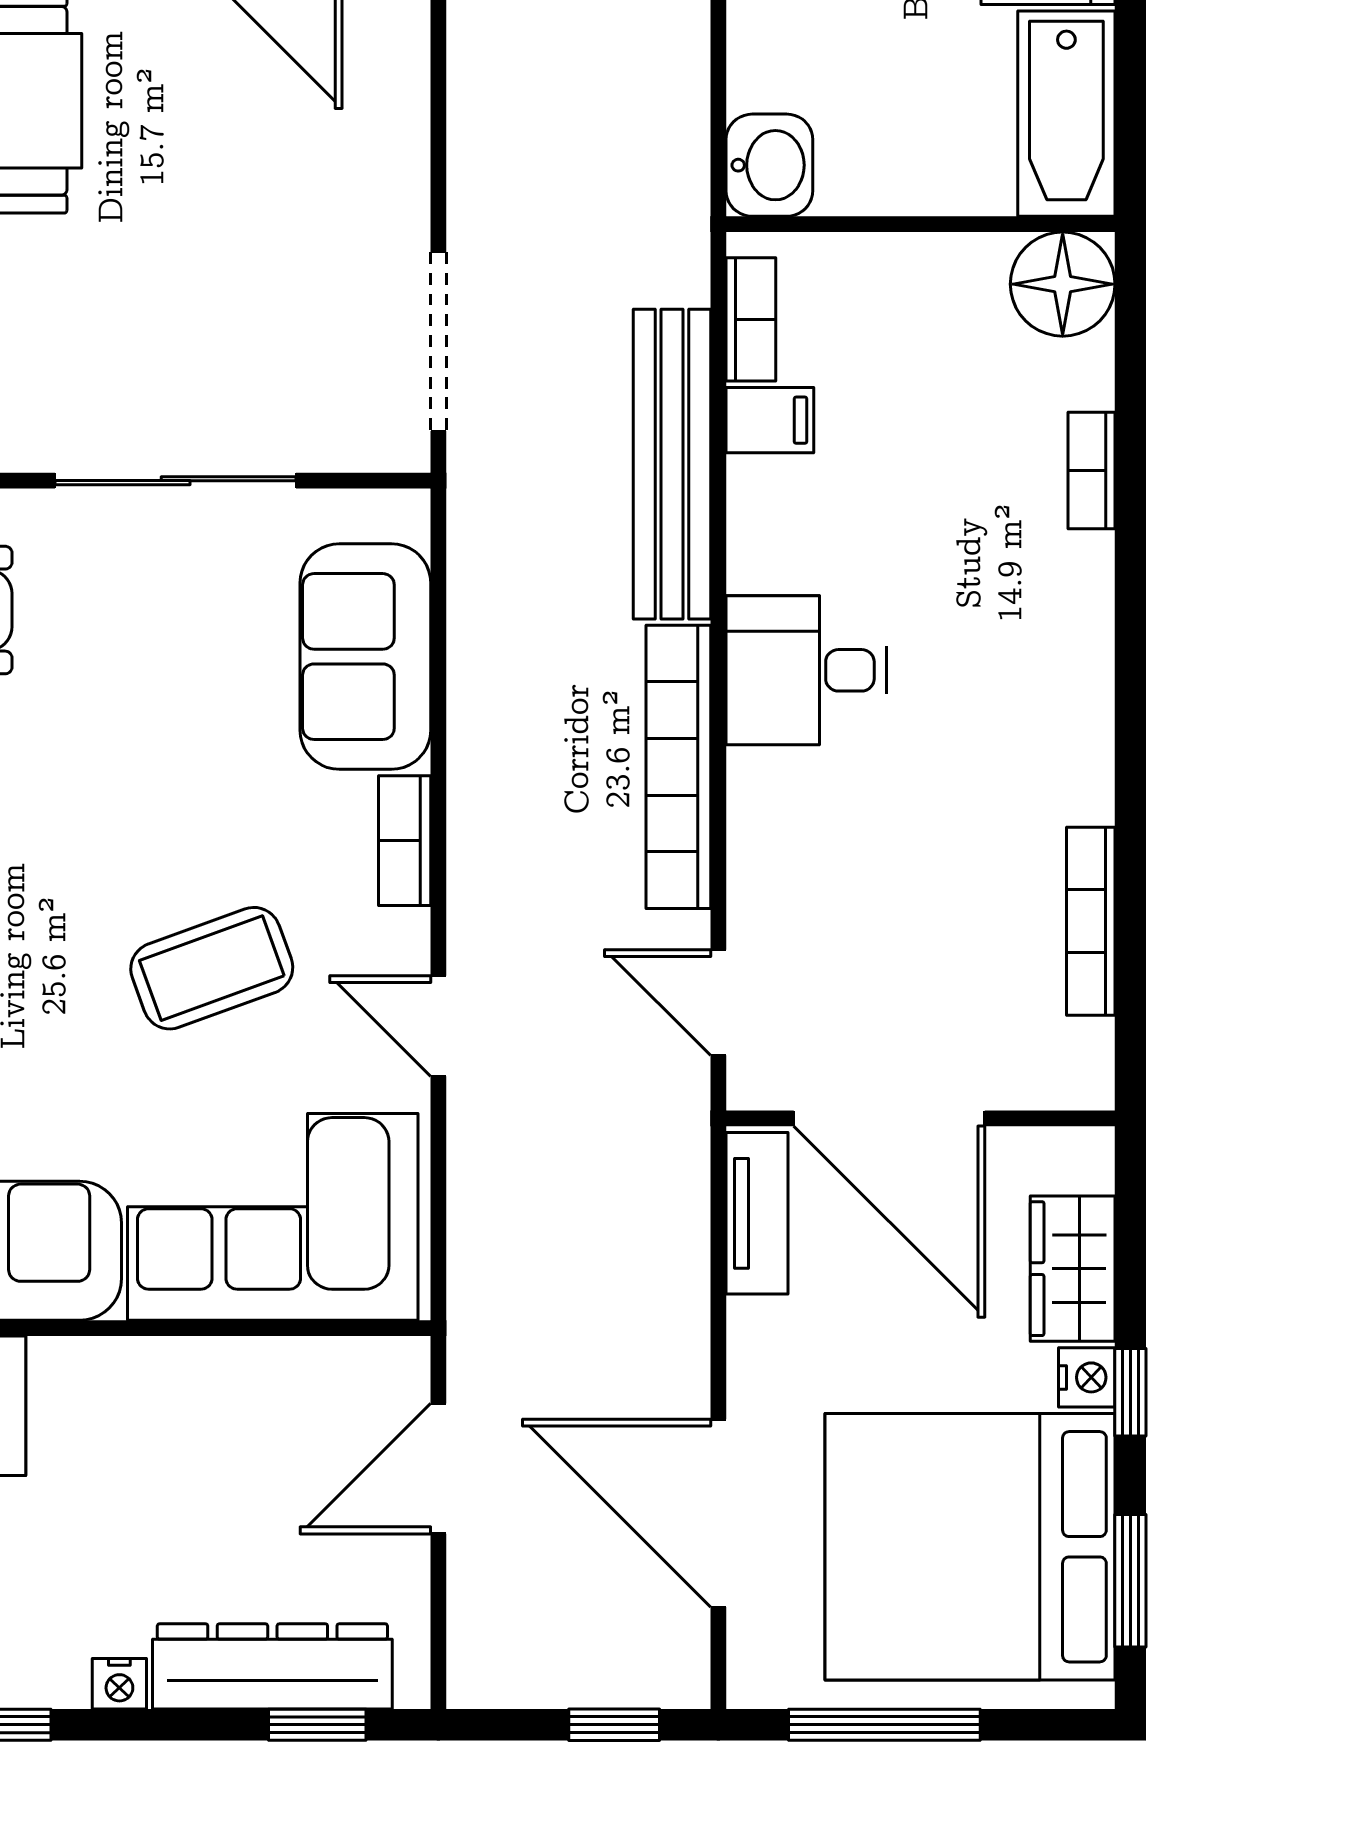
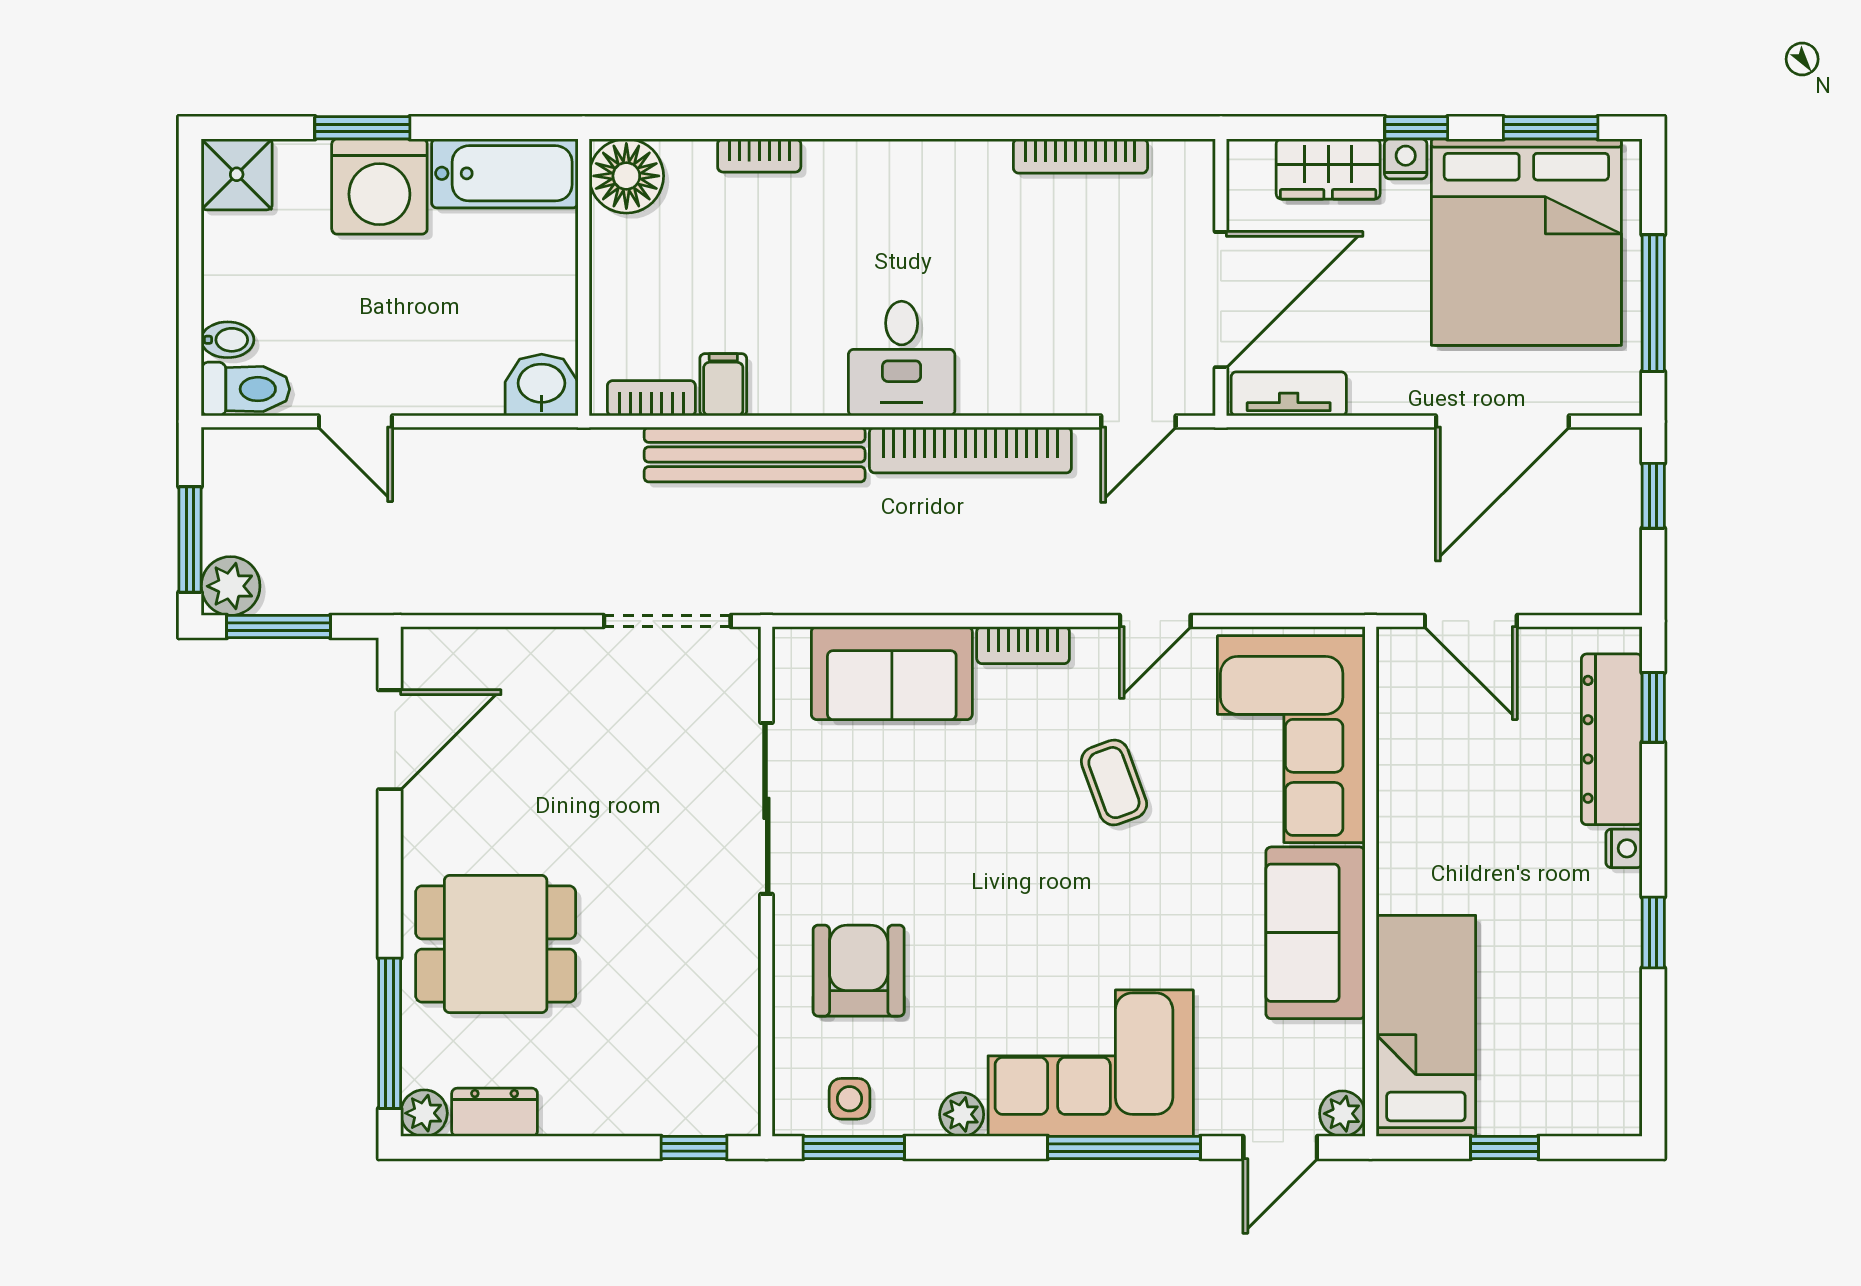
coffee table: (212, 968) -> (1114, 783), width x0.73, depth x0.77

